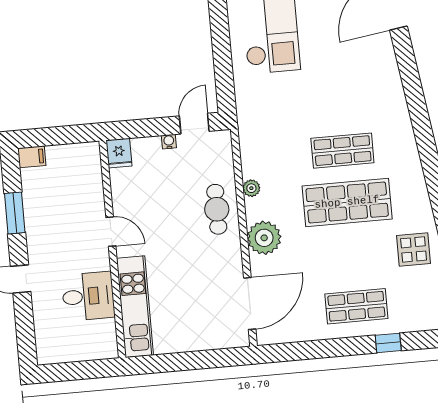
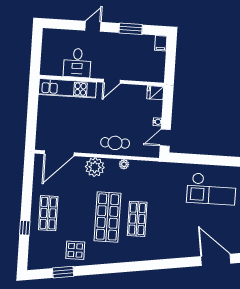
door: (194, 124) -> (165, 138), swing flipped
door: (250, 304) -> (59, 153), hinge flipped

